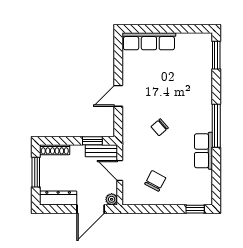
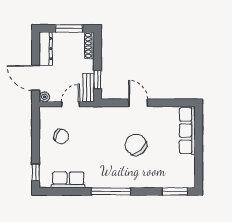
chair: (160, 127) -> (136, 145), moved, width x1.87, depth x1.87
row of seats: (203, 151) -> (68, 180), moved

